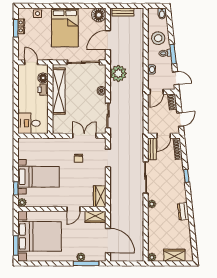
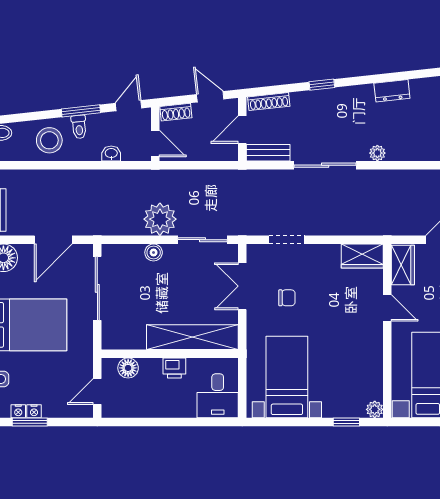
door: (108, 40) -> (53, 240), hinge flipped
plant: (118, 73) -> (160, 219), moved
printer: (43, 90) -> (174, 368), moved
shelving: (59, 91) -> (192, 337), moved
door: (164, 136) -> (242, 130), swing flipped
bed with nightstands: (39, 177) -> (287, 377), moved

